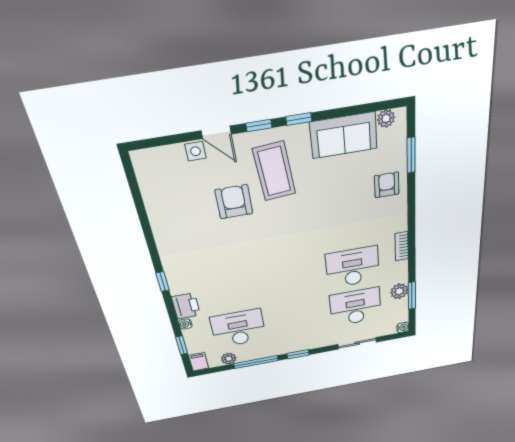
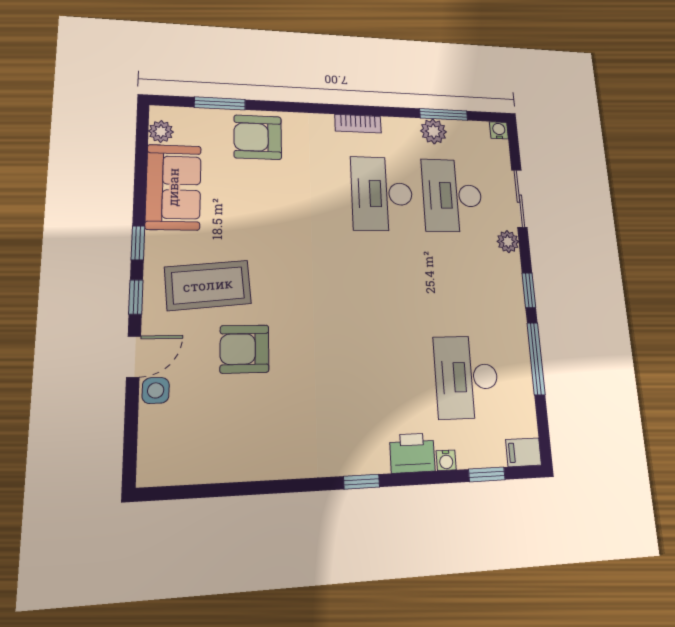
armchair: (387, 185) -> (258, 137), width x1.38, depth x1.38
plant: (229, 359) -> (508, 242), moved

